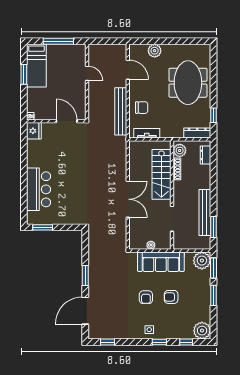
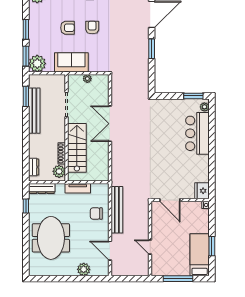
tv unit: (147, 133) -> (78, 188), moved
plant: (31, 216) -> (204, 107), added
sofa: (161, 262) -> (71, 62), width x0.73

